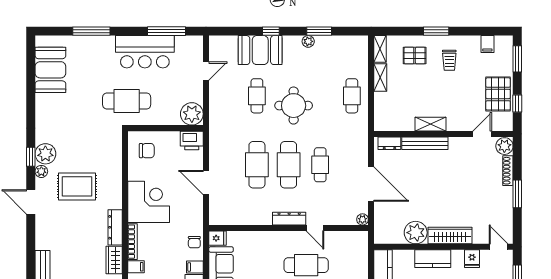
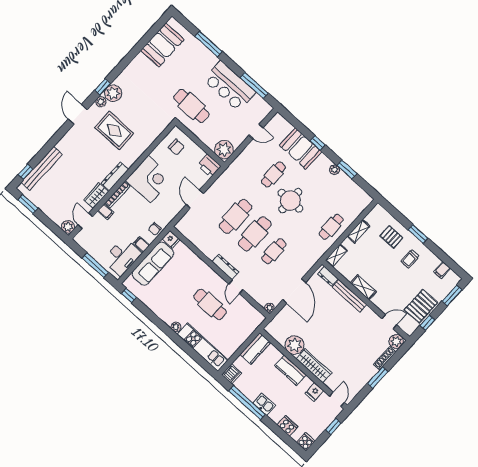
shelving: (380, 49) -> (336, 256), moved

